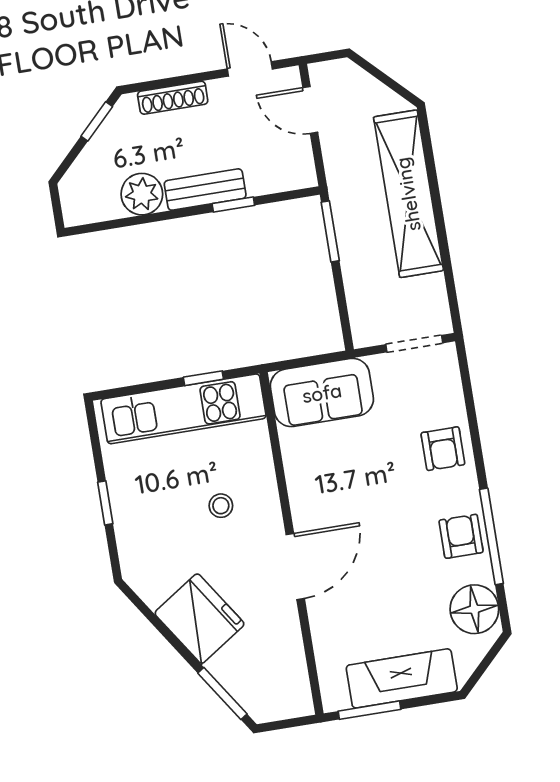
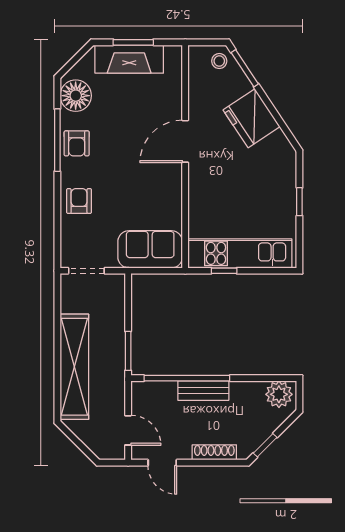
plant: (142, 194) -> (279, 394), moved
window: (233, 205) -> (187, 378), width x3.17
stool: (221, 506) -> (219, 61), moved
window: (370, 710) -> (133, 42), moved

